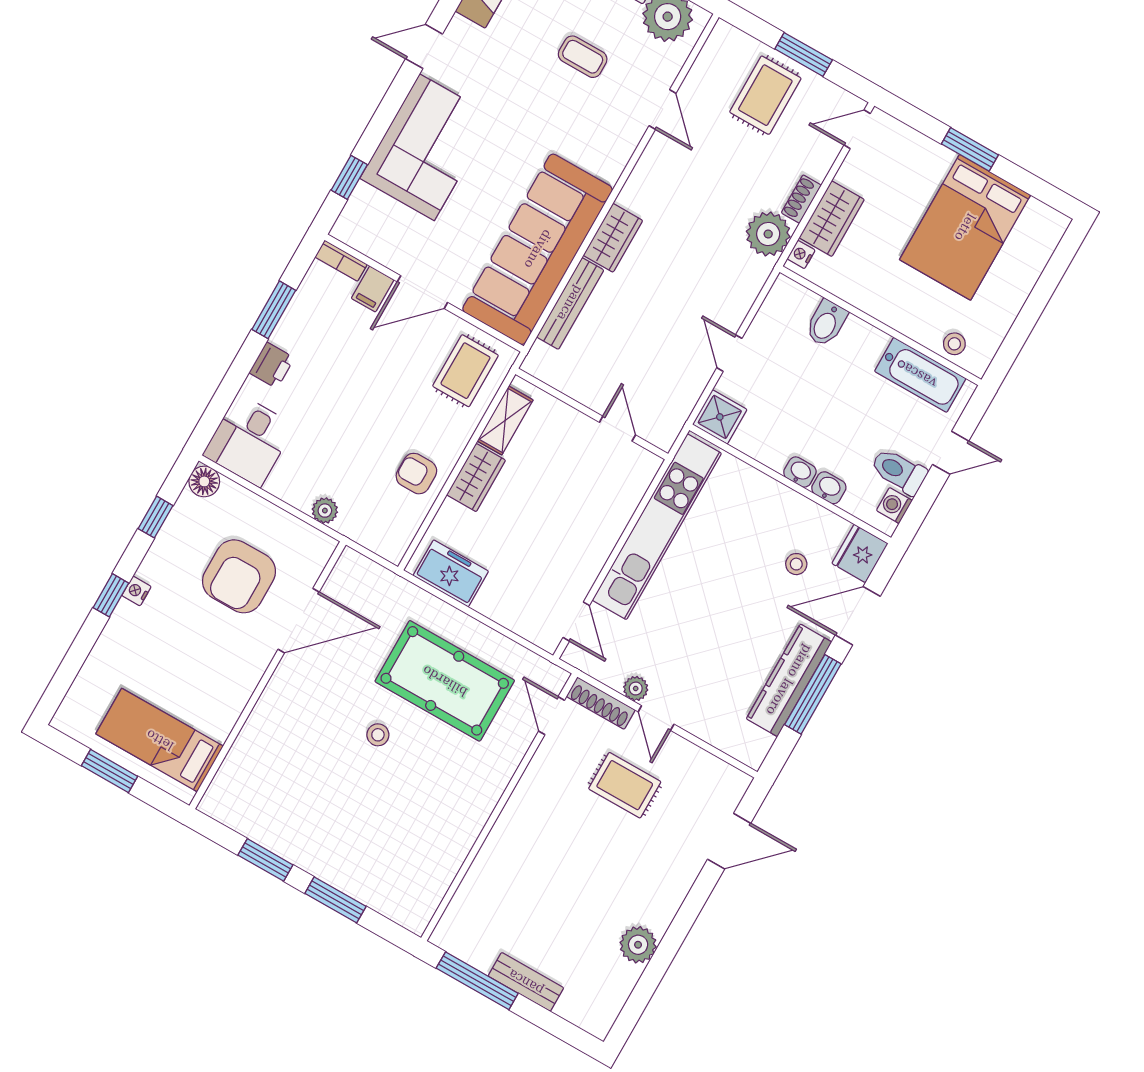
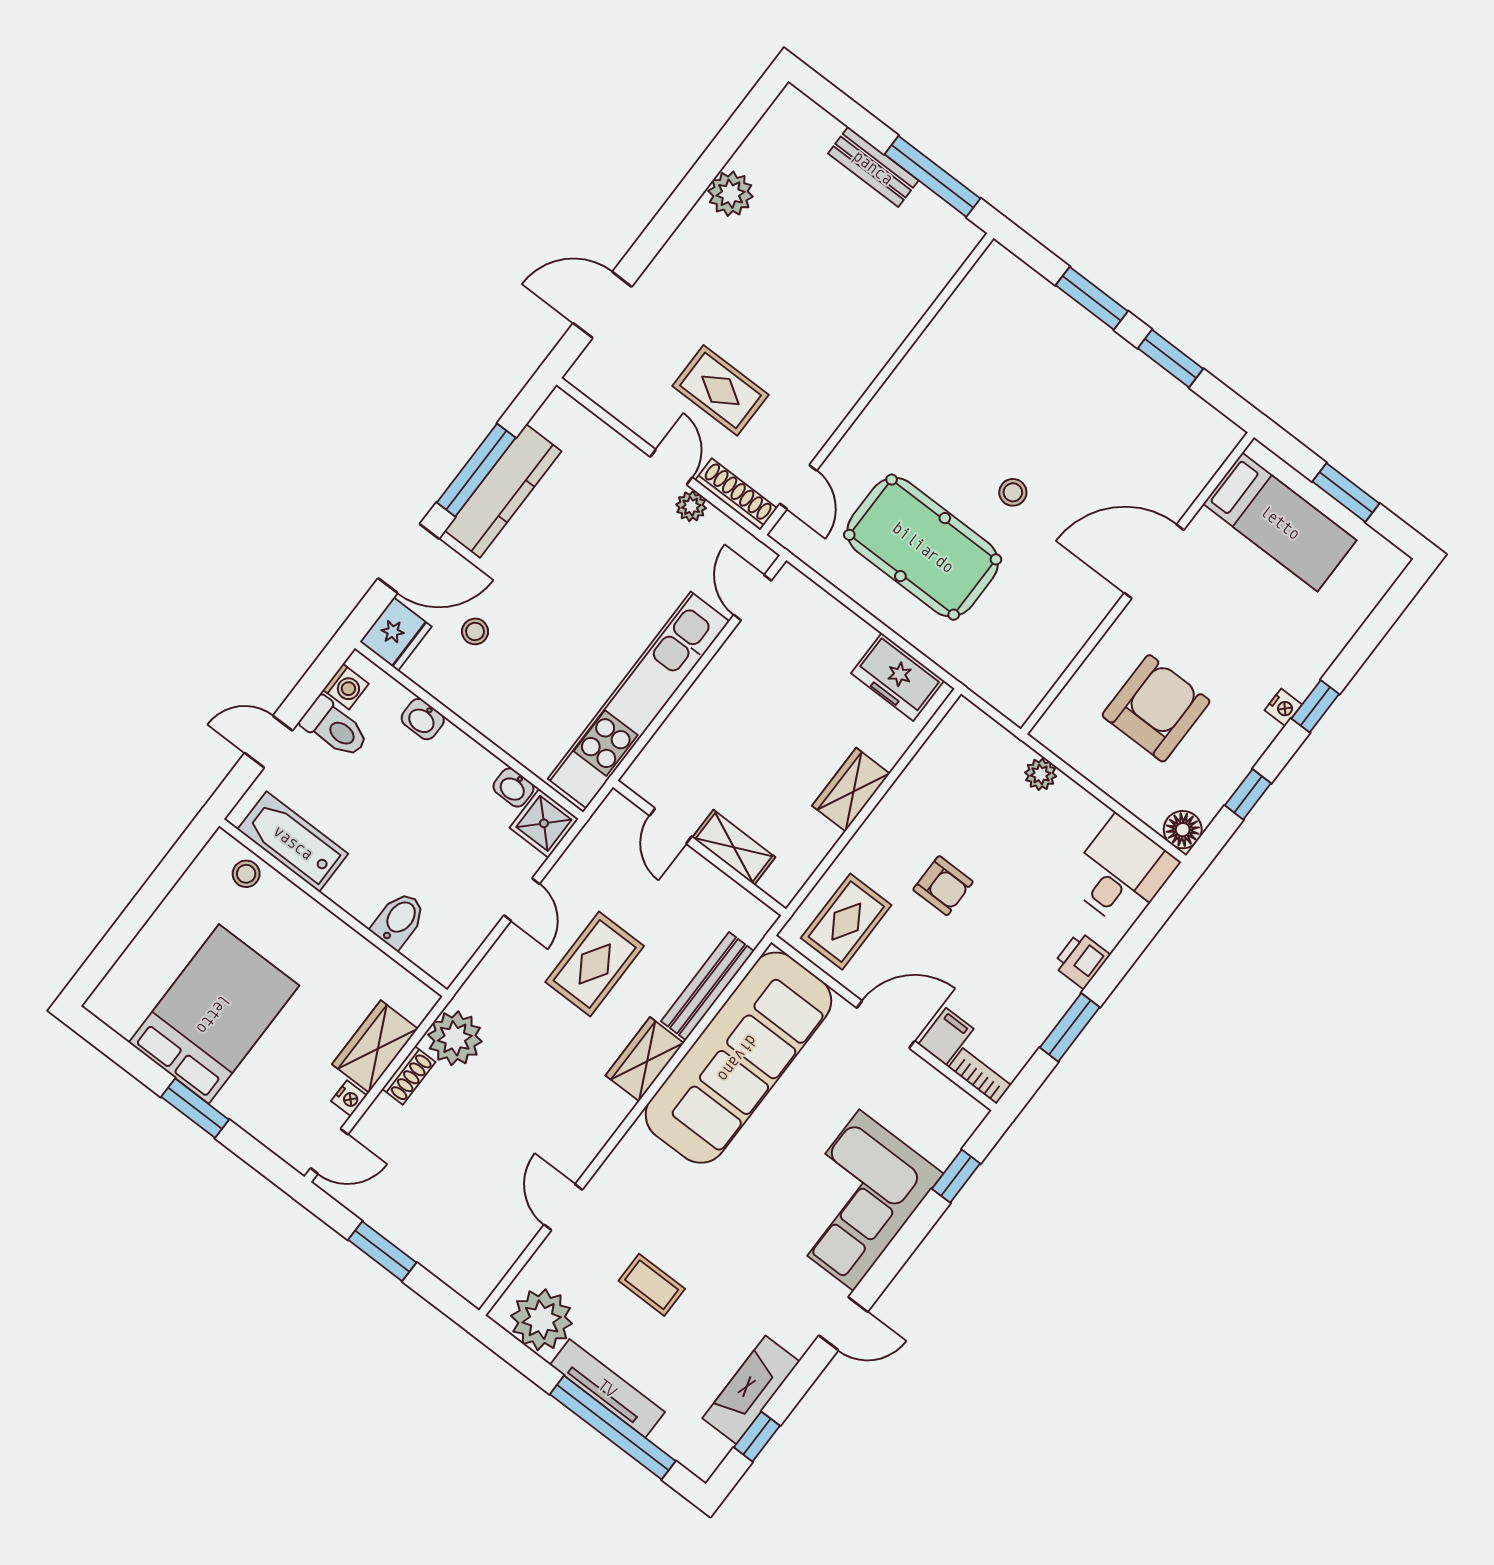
rug: (765, 95) -> (595, 964), moved
nightstand: (801, 254) -> (349, 1098), moved
shelving: (505, 420) -> (734, 847), moved, turned 90
washbasin: (800, 472) -> (513, 787), moved
armchair: (416, 474) -> (943, 886), moved
door: (299, 621) -> (1154, 561), moved

